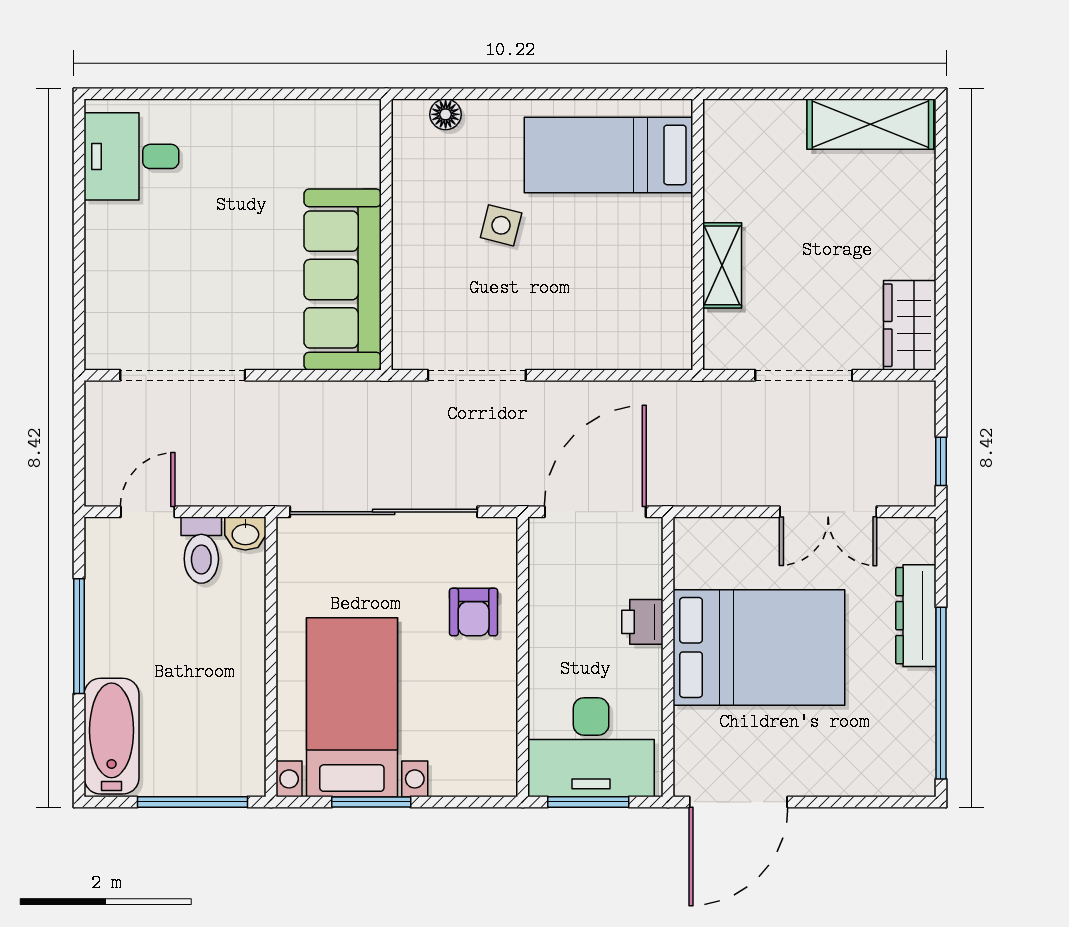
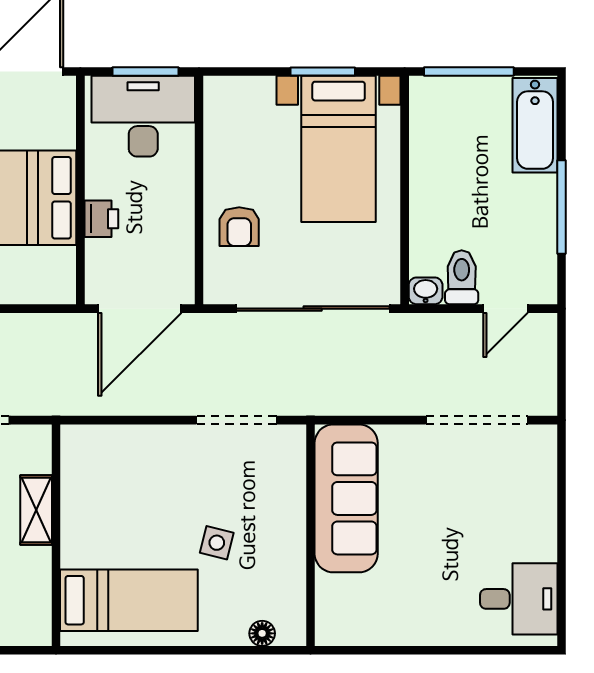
armchair: (474, 612) -> (239, 227), turned 180

